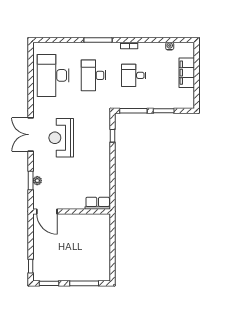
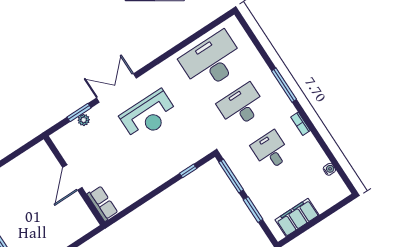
filing cabinet: (187, 73) -> (297, 217), moved
double door: (31, 135) -> (116, 88), moved
reception desk: (61, 138) -> (149, 115), turned 180
door: (47, 211) -> (72, 178), moved

